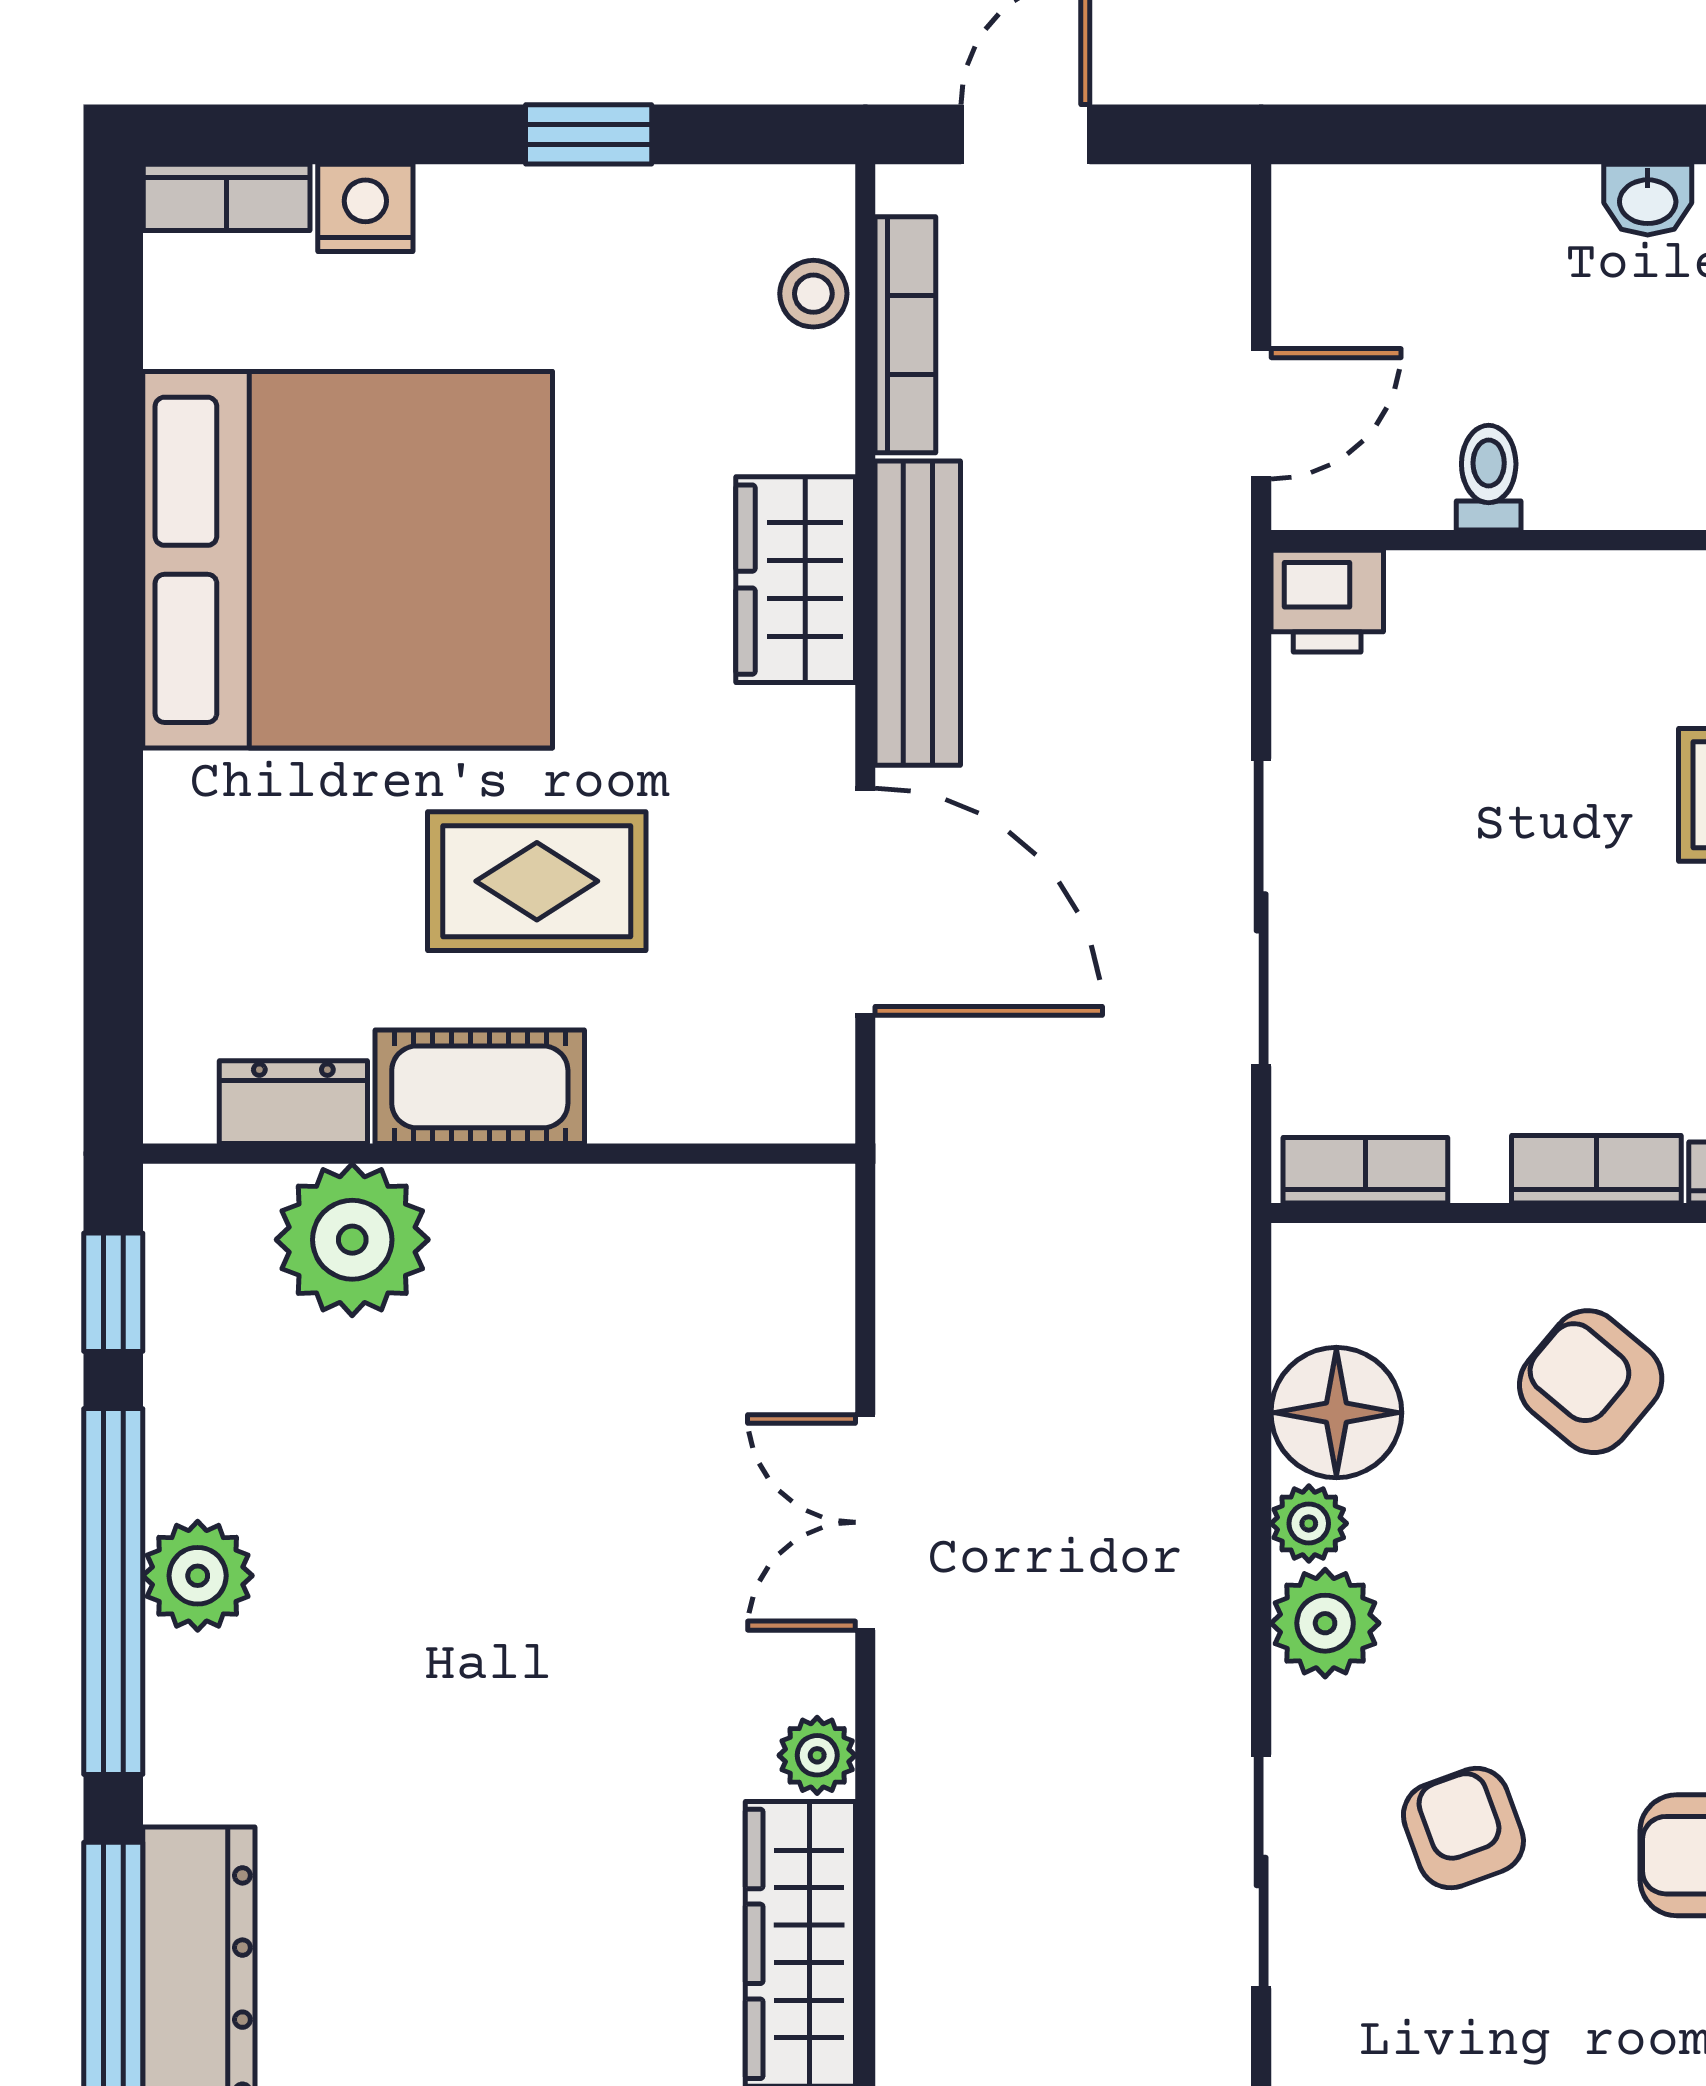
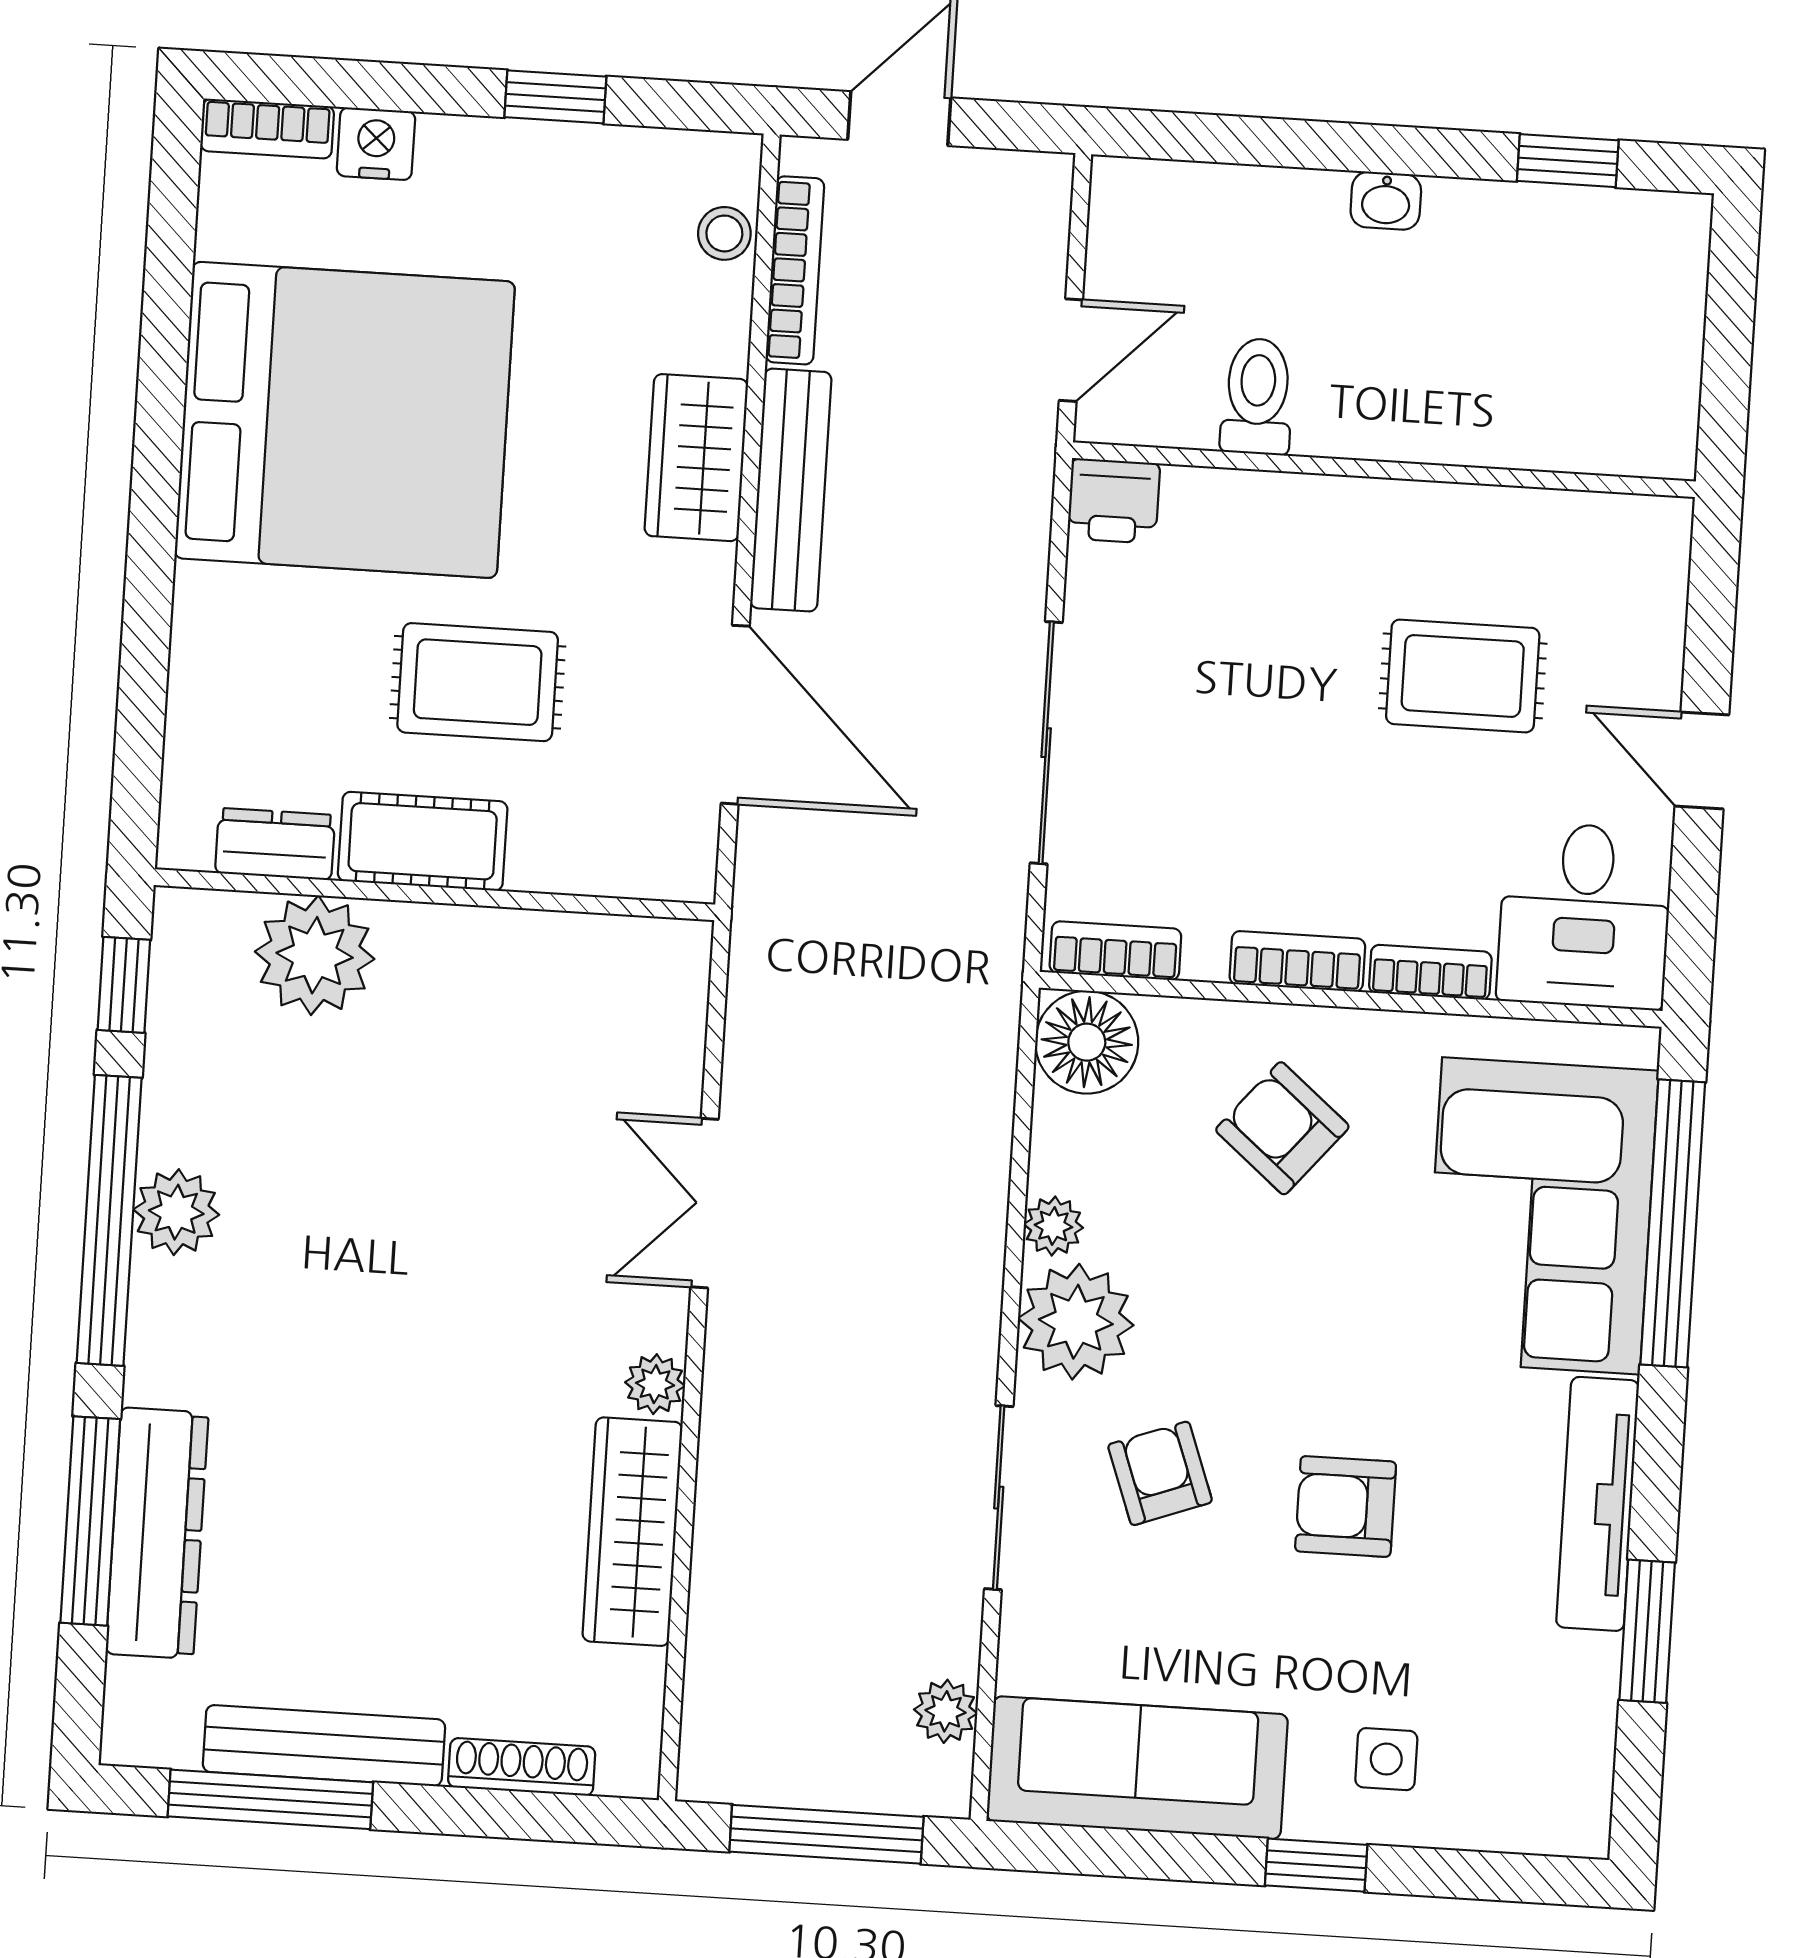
toilet: (1489, 478) -> (1257, 396), width x1.37, depth x1.39
floor lamp: (1336, 1413) -> (1087, 1042), moved
plant: (1325, 1623) -> (1076, 1322), width x1.36, depth x1.36

